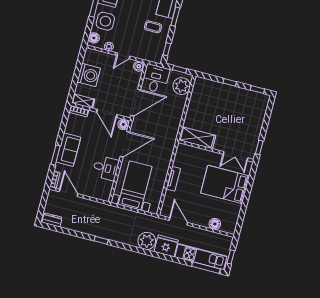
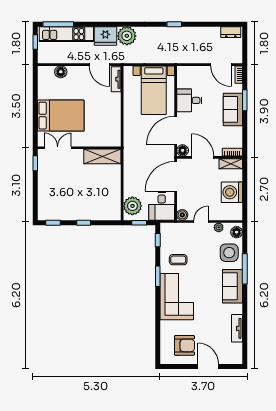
tv unit: (173, 179) -> (116, 79), moved

